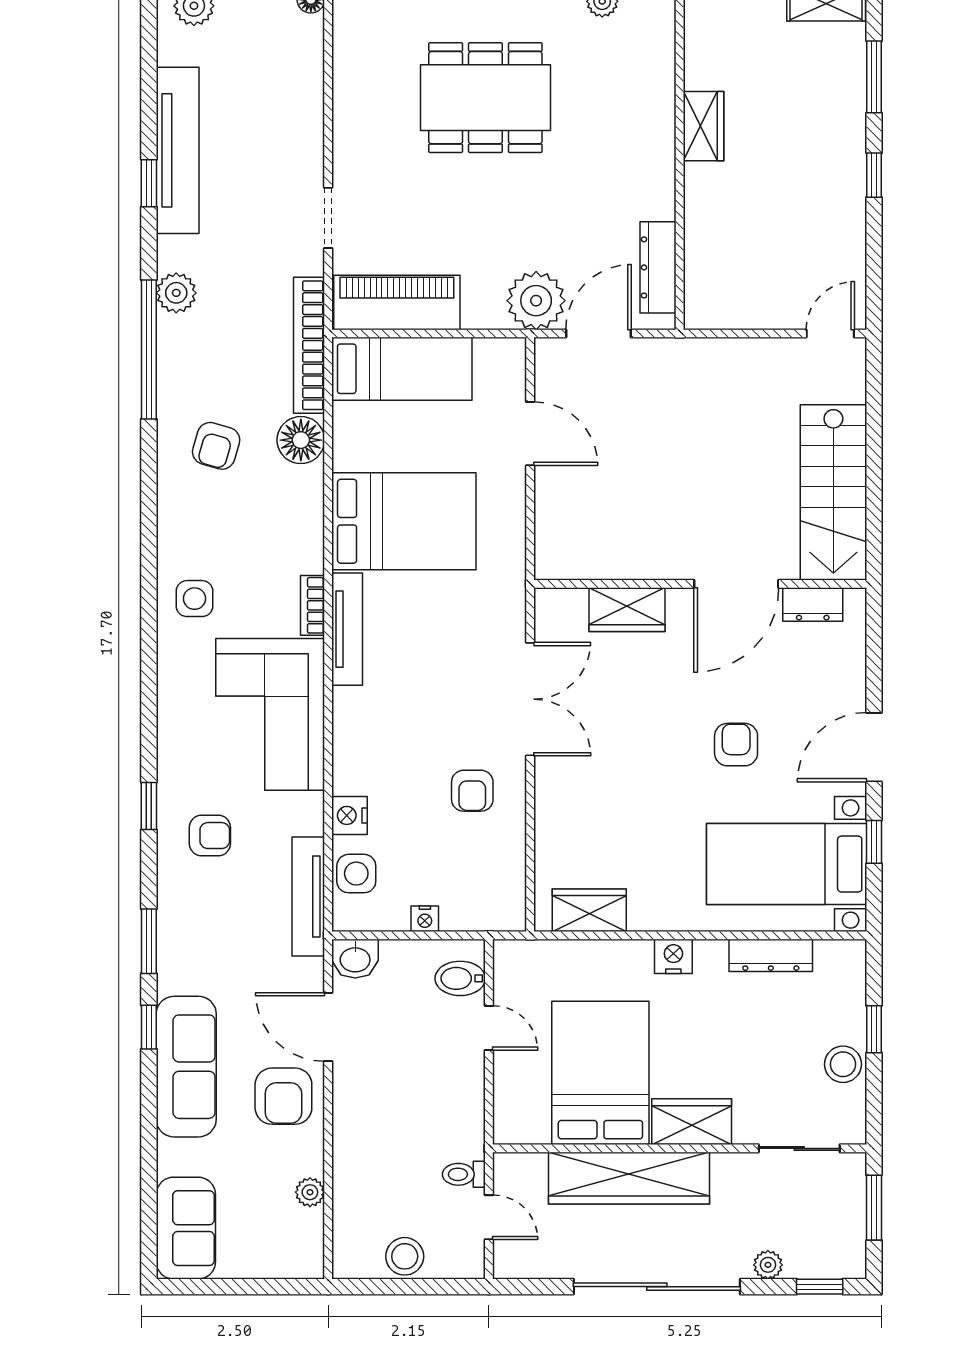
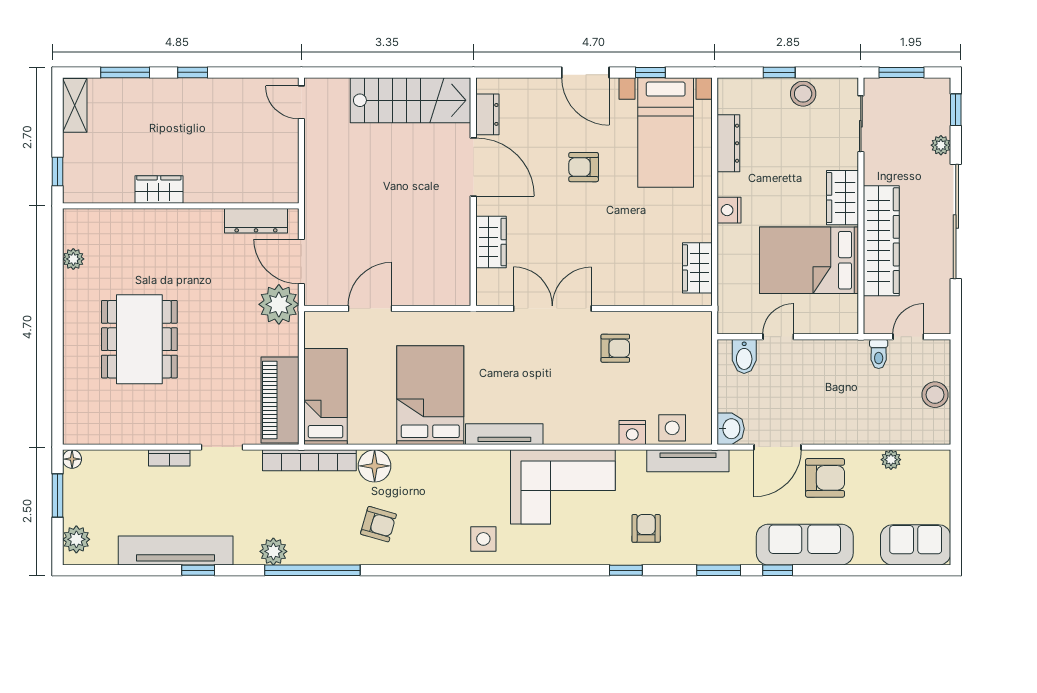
bookcase: (313, 605) -> (169, 458), moved
nightstand: (425, 919) -> (703, 381), removed

